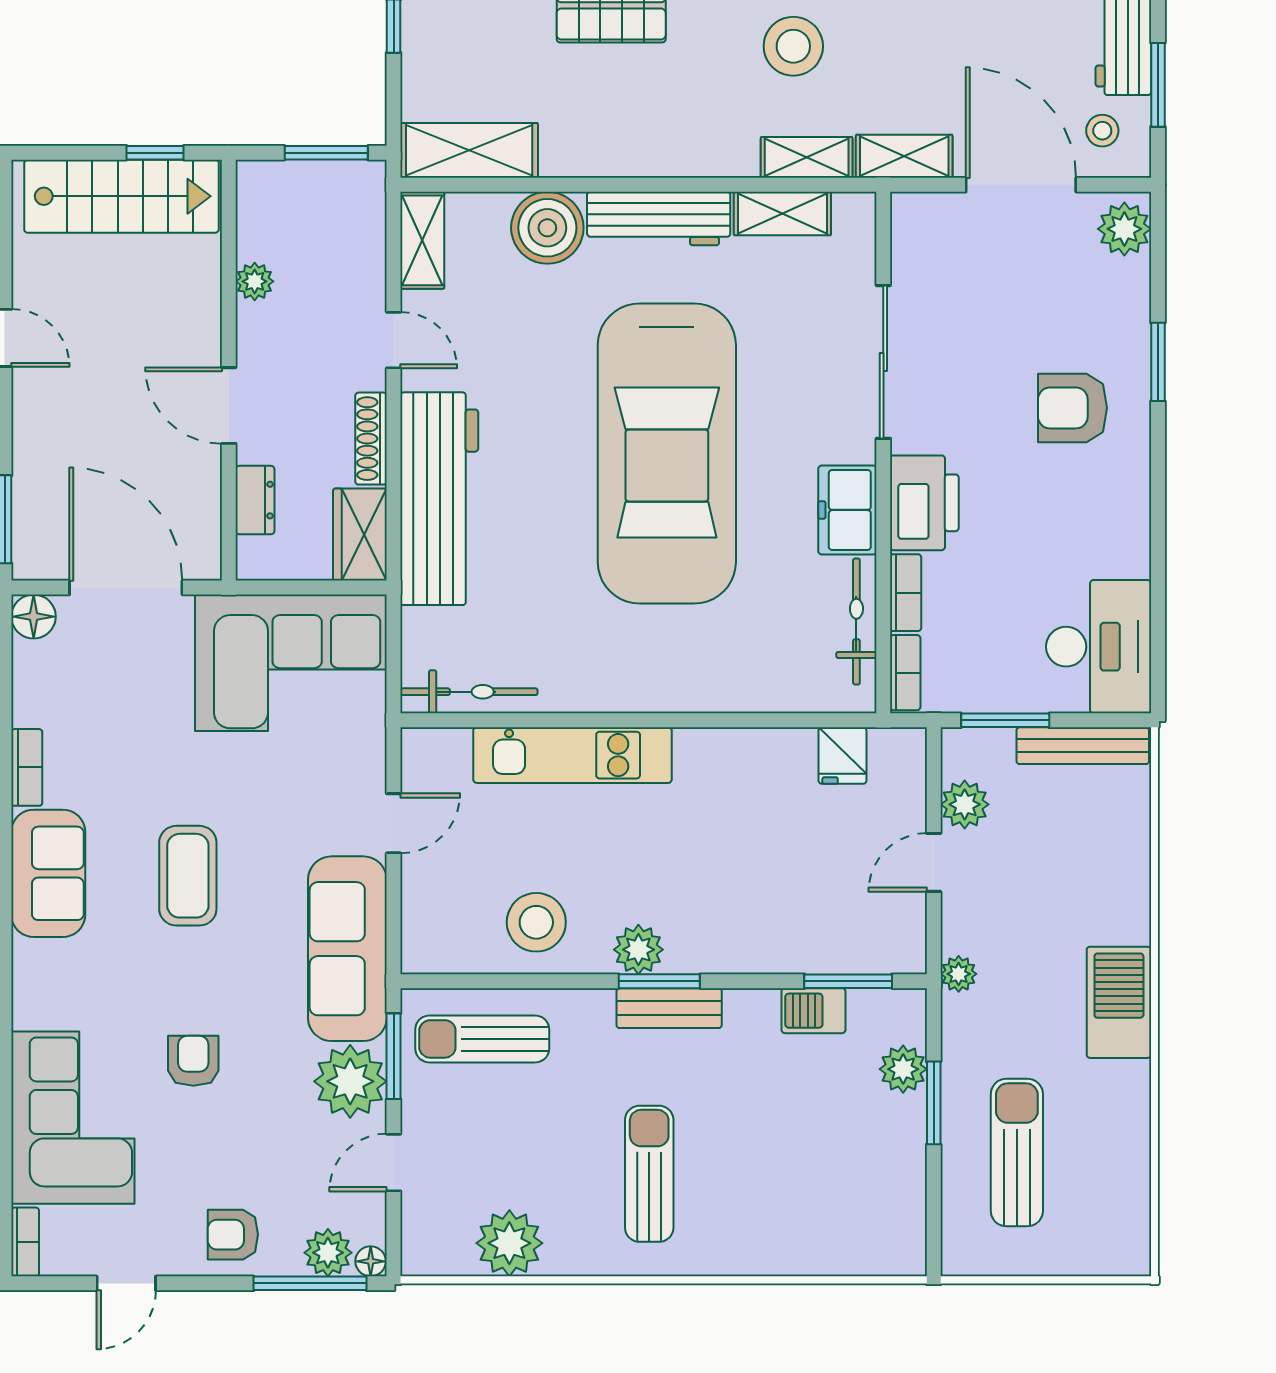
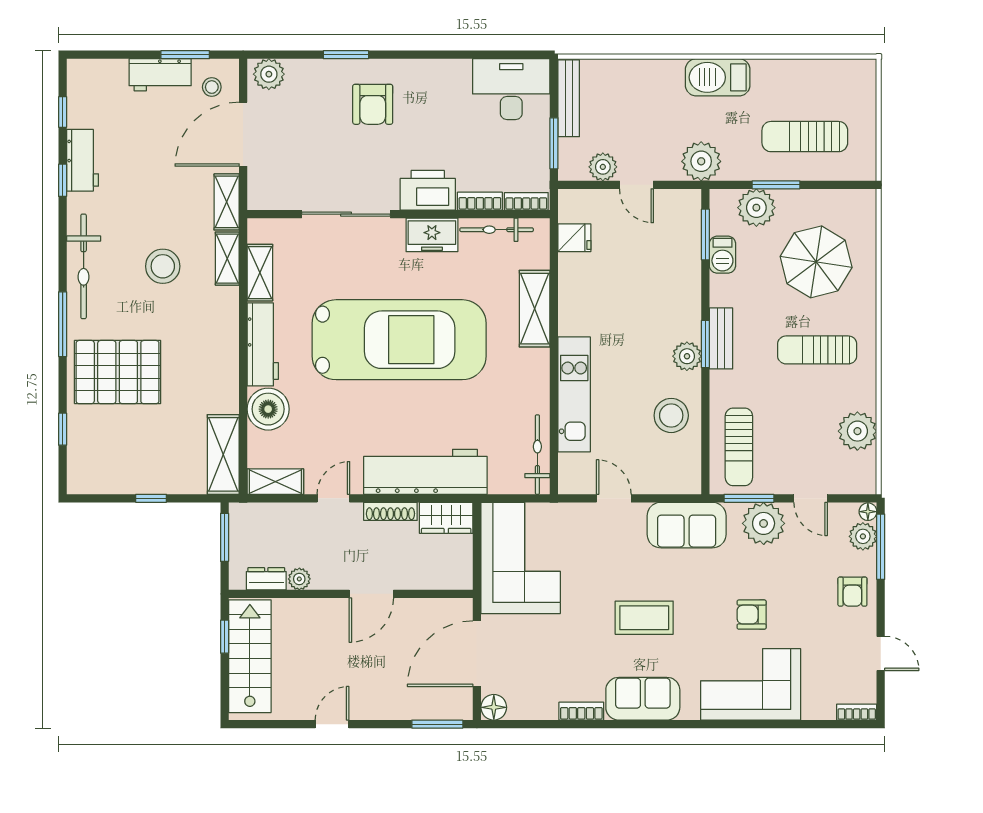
dresser: (255, 500) -> (266, 579), moved
shelving: (720, 687) -> (535, 309), added
sofa: (347, 949) -> (687, 525), width x0.73
plant: (959, 974) -> (701, 161), width x1.87, depth x1.87
plant: (903, 1069) -> (756, 208), width x1.36, depth x1.36
corner sofa: (73, 1118) -> (751, 684), moved
parasol: (801, 1172) -> (816, 262), added

